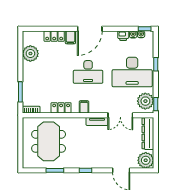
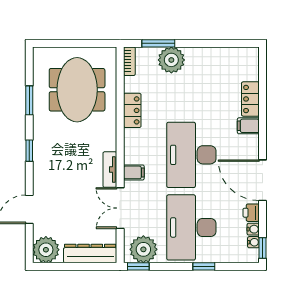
door: (90, 29) -> (263, 180), moved
plant: (30, 53) -> (171, 60), moved
desk: (88, 72) -> (191, 155), width x1.36, depth x1.30
filing cabinet: (84, 107) -> (134, 172), moved
meeting table: (49, 141) -> (77, 90), turned 90

